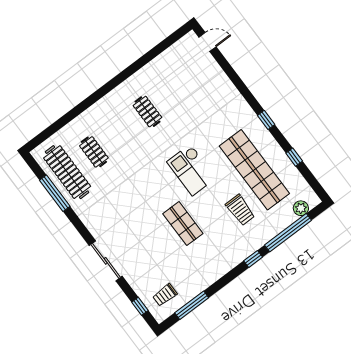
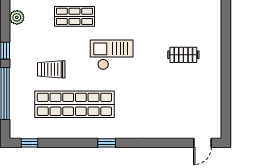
window: (294, 157) -> (30, 143), moved
plant: (301, 208) -> (17, 17), moved

